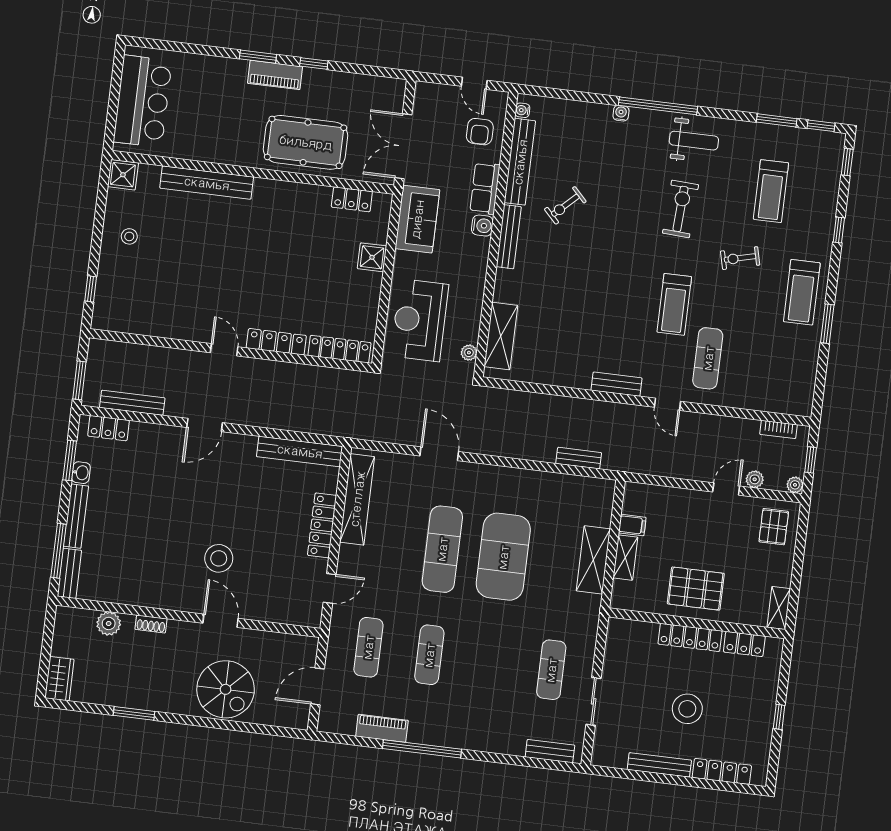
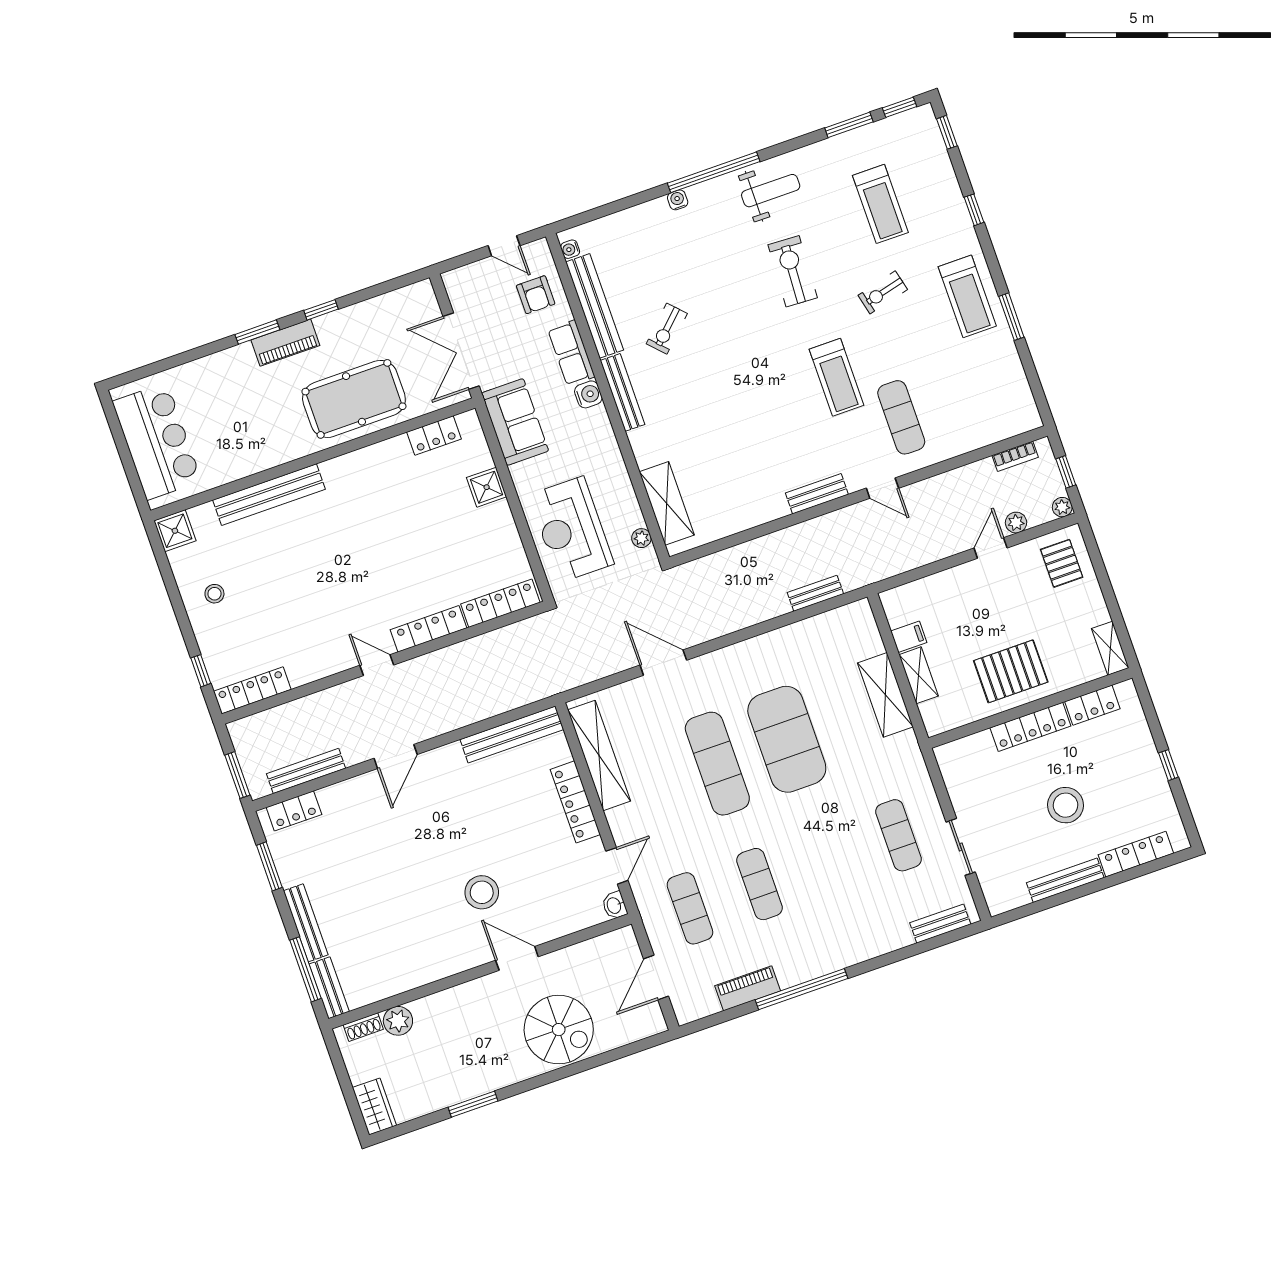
locker: (122, 323) -> (252, 690), added
washbasin: (81, 473) -> (614, 905), moved, turned 180
shoe rack: (151, 624) -> (363, 1027), moved

